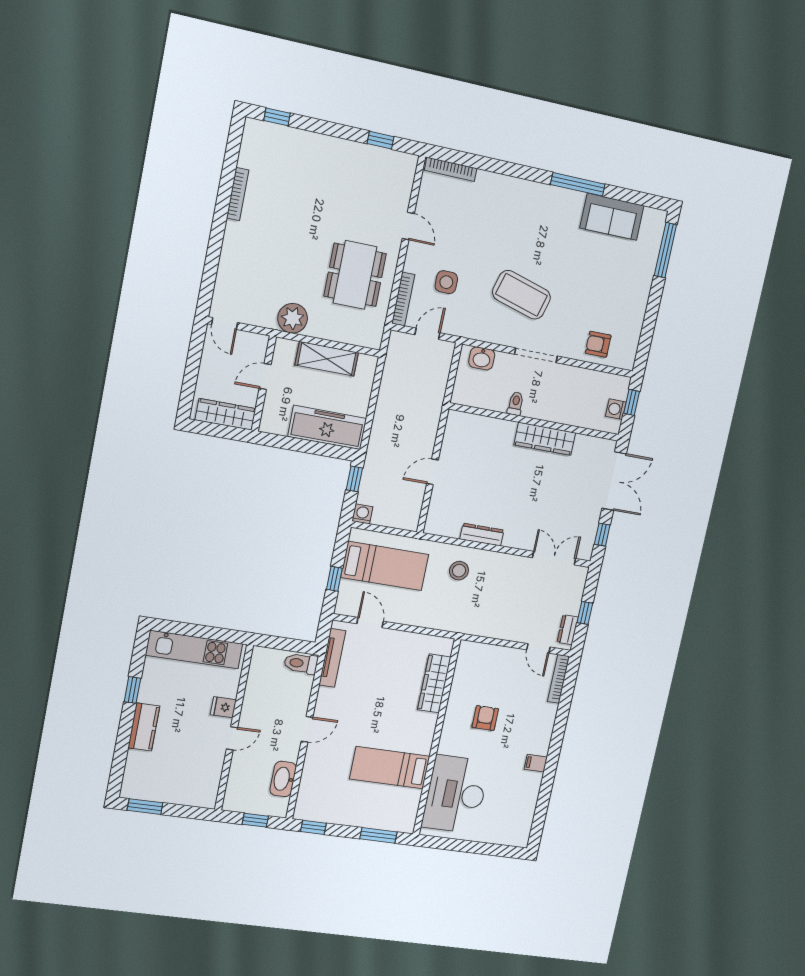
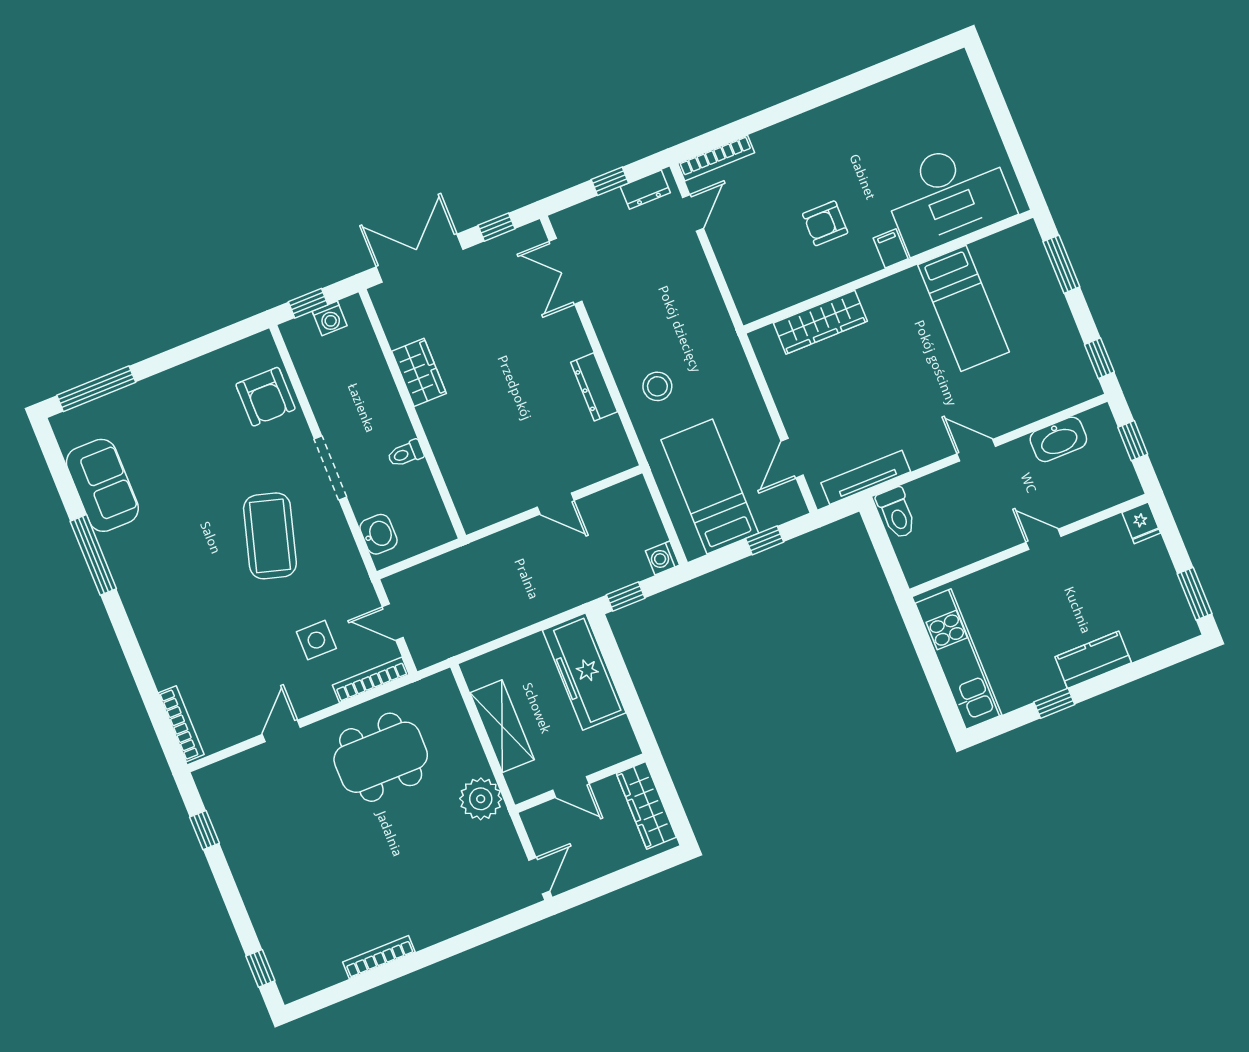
armchair: (598, 344) -> (266, 397), width x1.38, depth x1.38
wardrobe: (545, 439) -> (419, 372), width x0.67
fridge: (223, 707) -> (1141, 523), moved
filing cabinet: (536, 763) -> (891, 248), moved, turned 180

